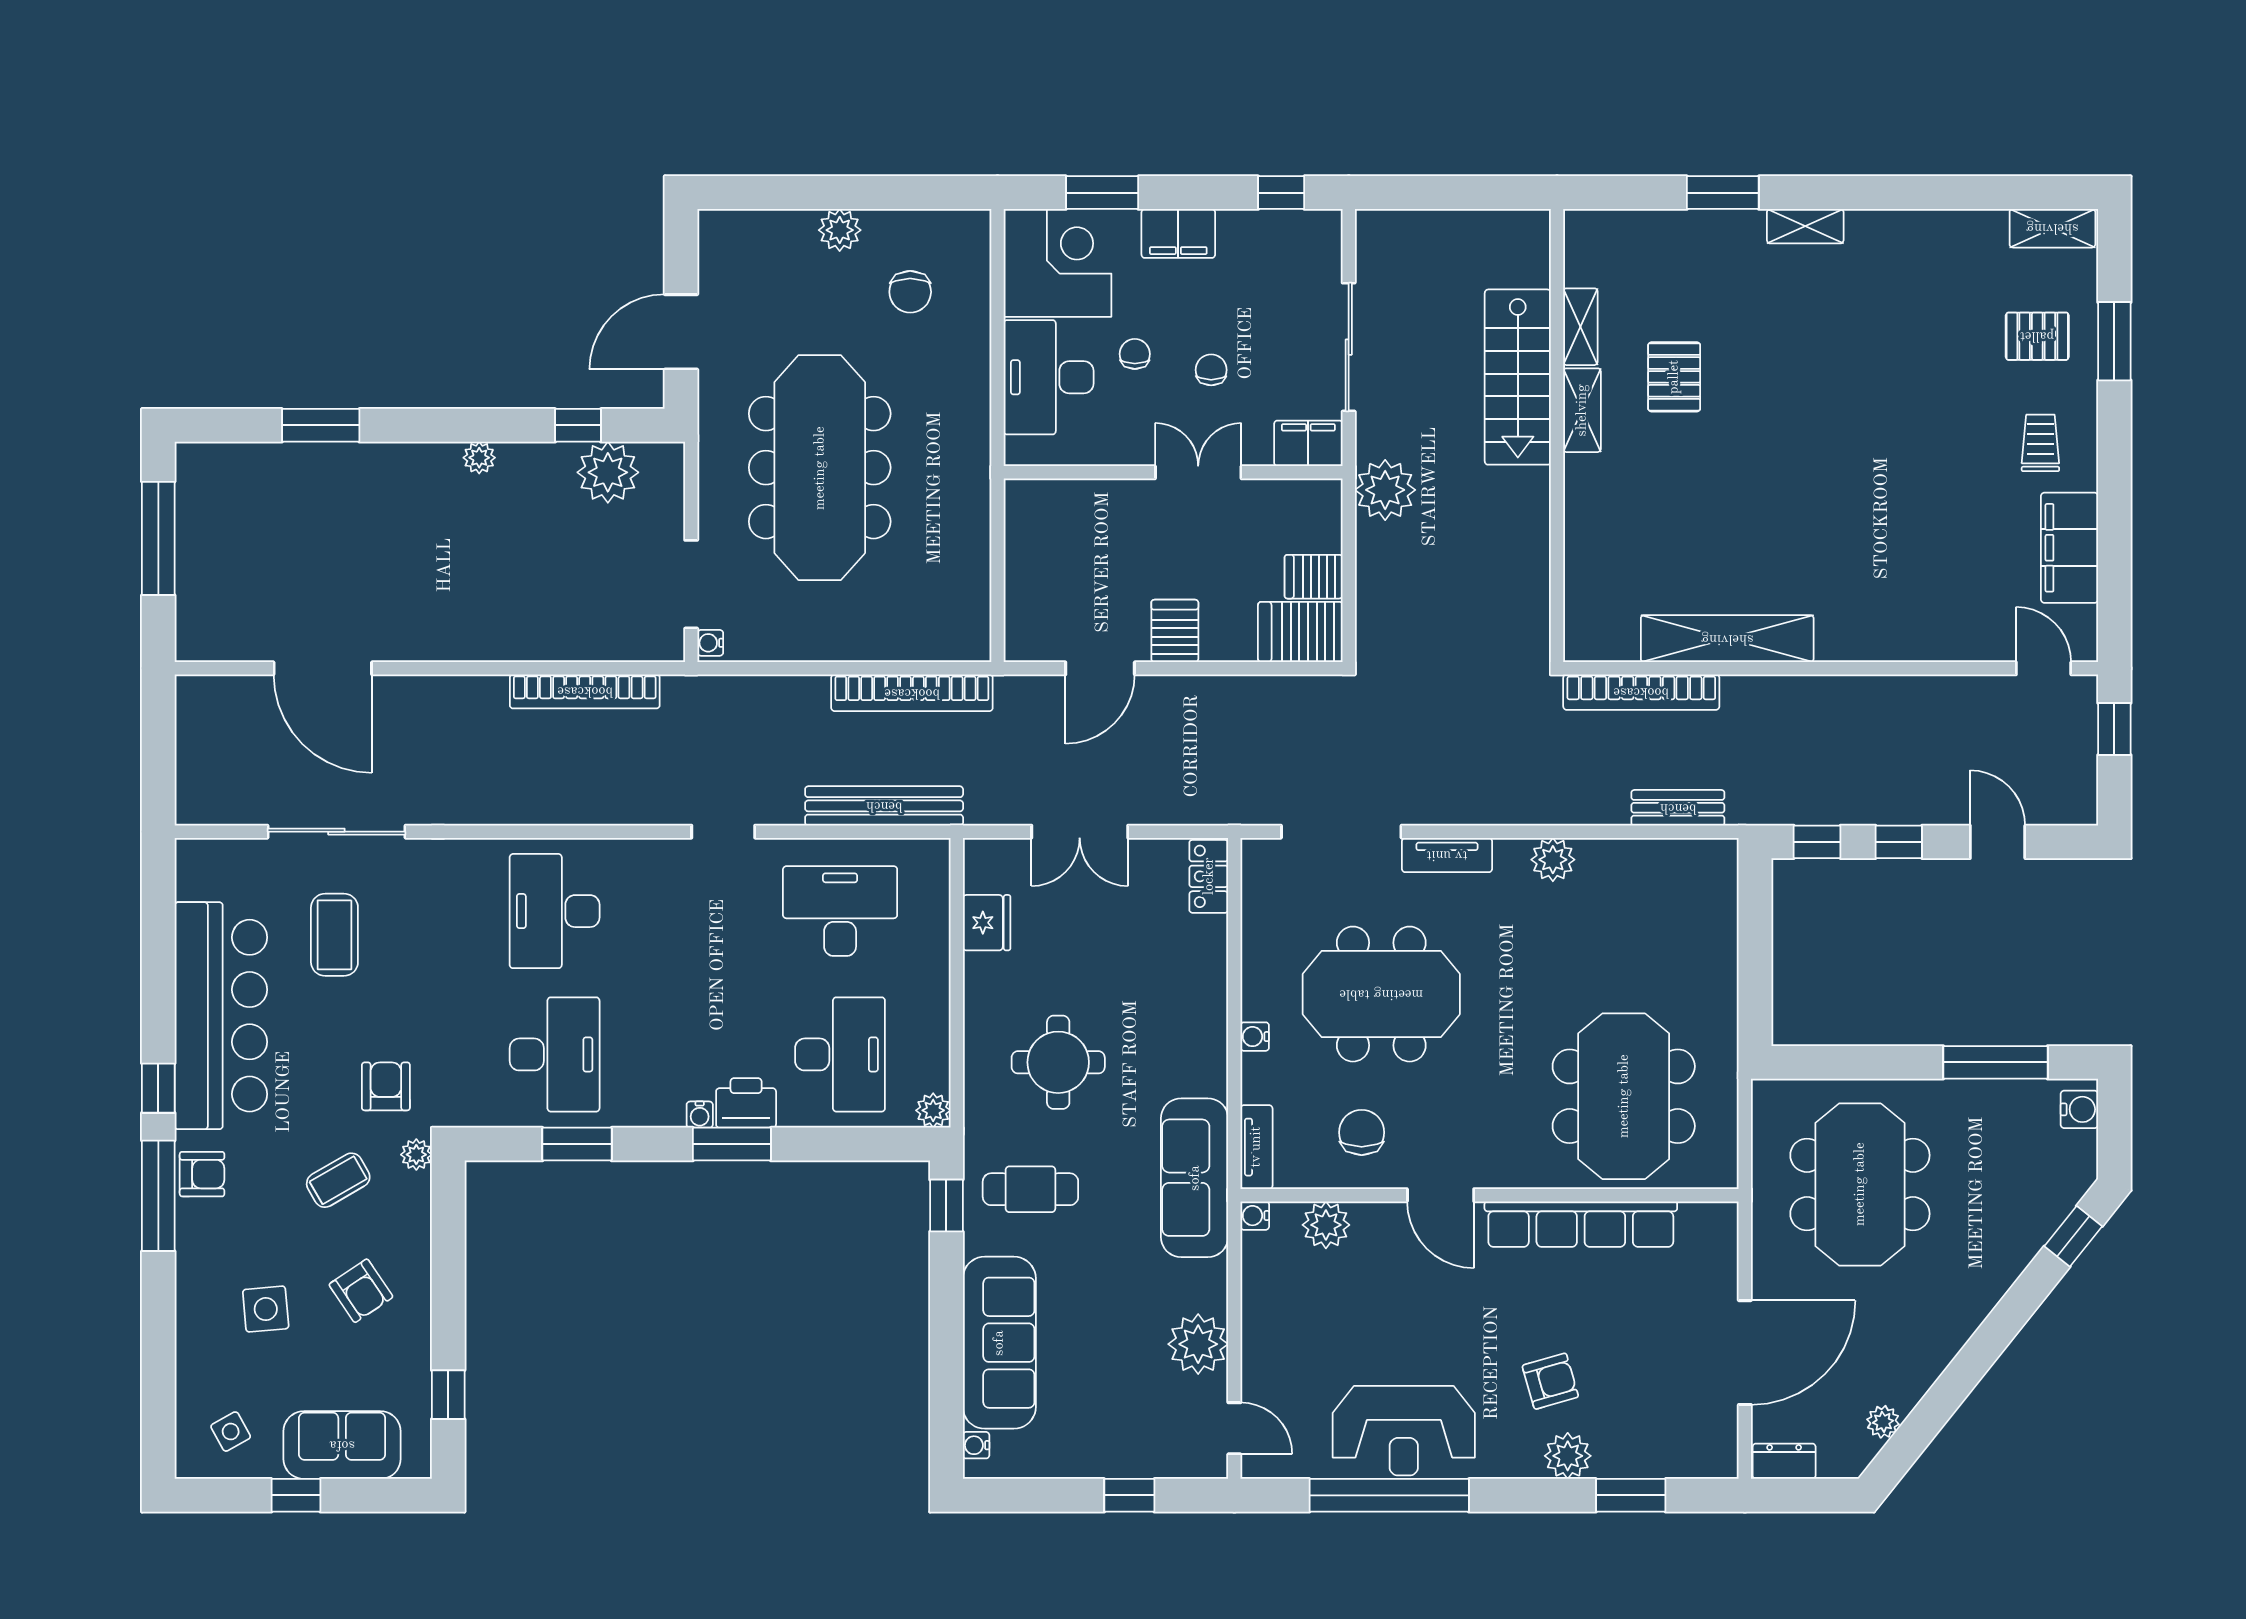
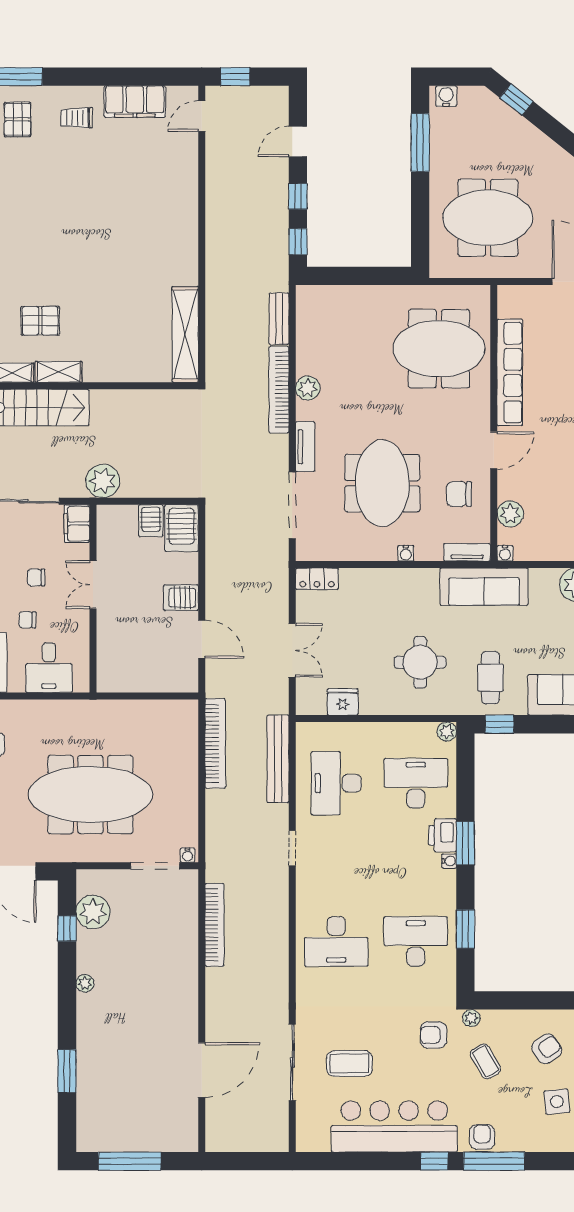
desk: (1049, 377) -> (49, 668), width x0.73
shelving: (1727, 639) -> (185, 334), moved
bookcase: (1641, 692) -> (279, 390), moved, turned 180

